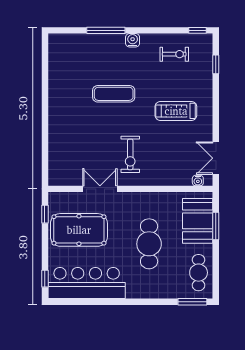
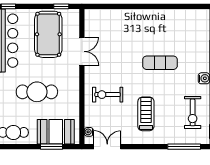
exercise bike: (174, 54) -> (193, 112), width x1.38, depth x1.39
window: (216, 64) -> (184, 147), width x2.17
exercise mat: (114, 94) -> (160, 63), turned 90
exercise bike: (130, 154) -> (108, 95), moved

